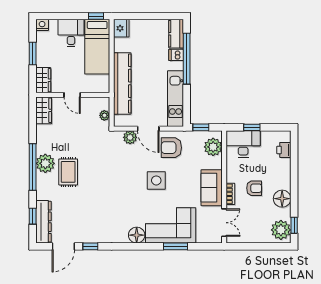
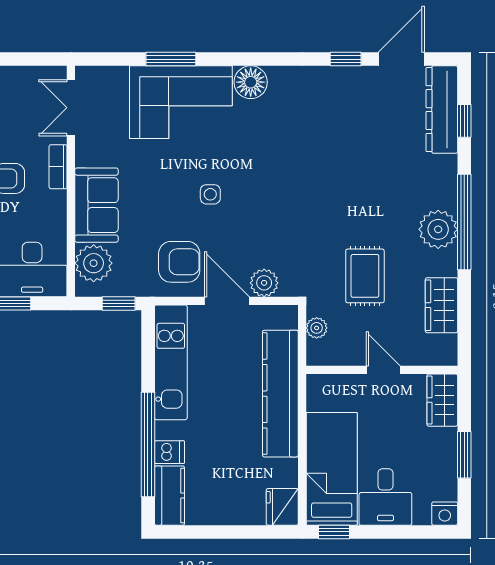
wardrobe: (44, 110) -> (441, 305), moved
rug: (68, 172) -> (365, 276), moved
side table: (156, 180) -> (210, 194), width x0.54, depth x0.54
sofa: (212, 188) -> (96, 205), moved

